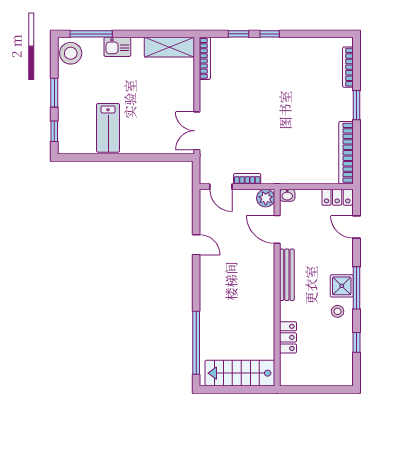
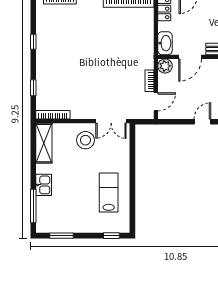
window: (270, 34) -> (33, 42), moved
stool: (71, 53) -> (85, 140), moved
window: (54, 93) -> (62, 236), moved
lab bench: (108, 128) -> (109, 192), turned -90
washbasin: (287, 195) -> (165, 43), width x1.91, depth x1.45

